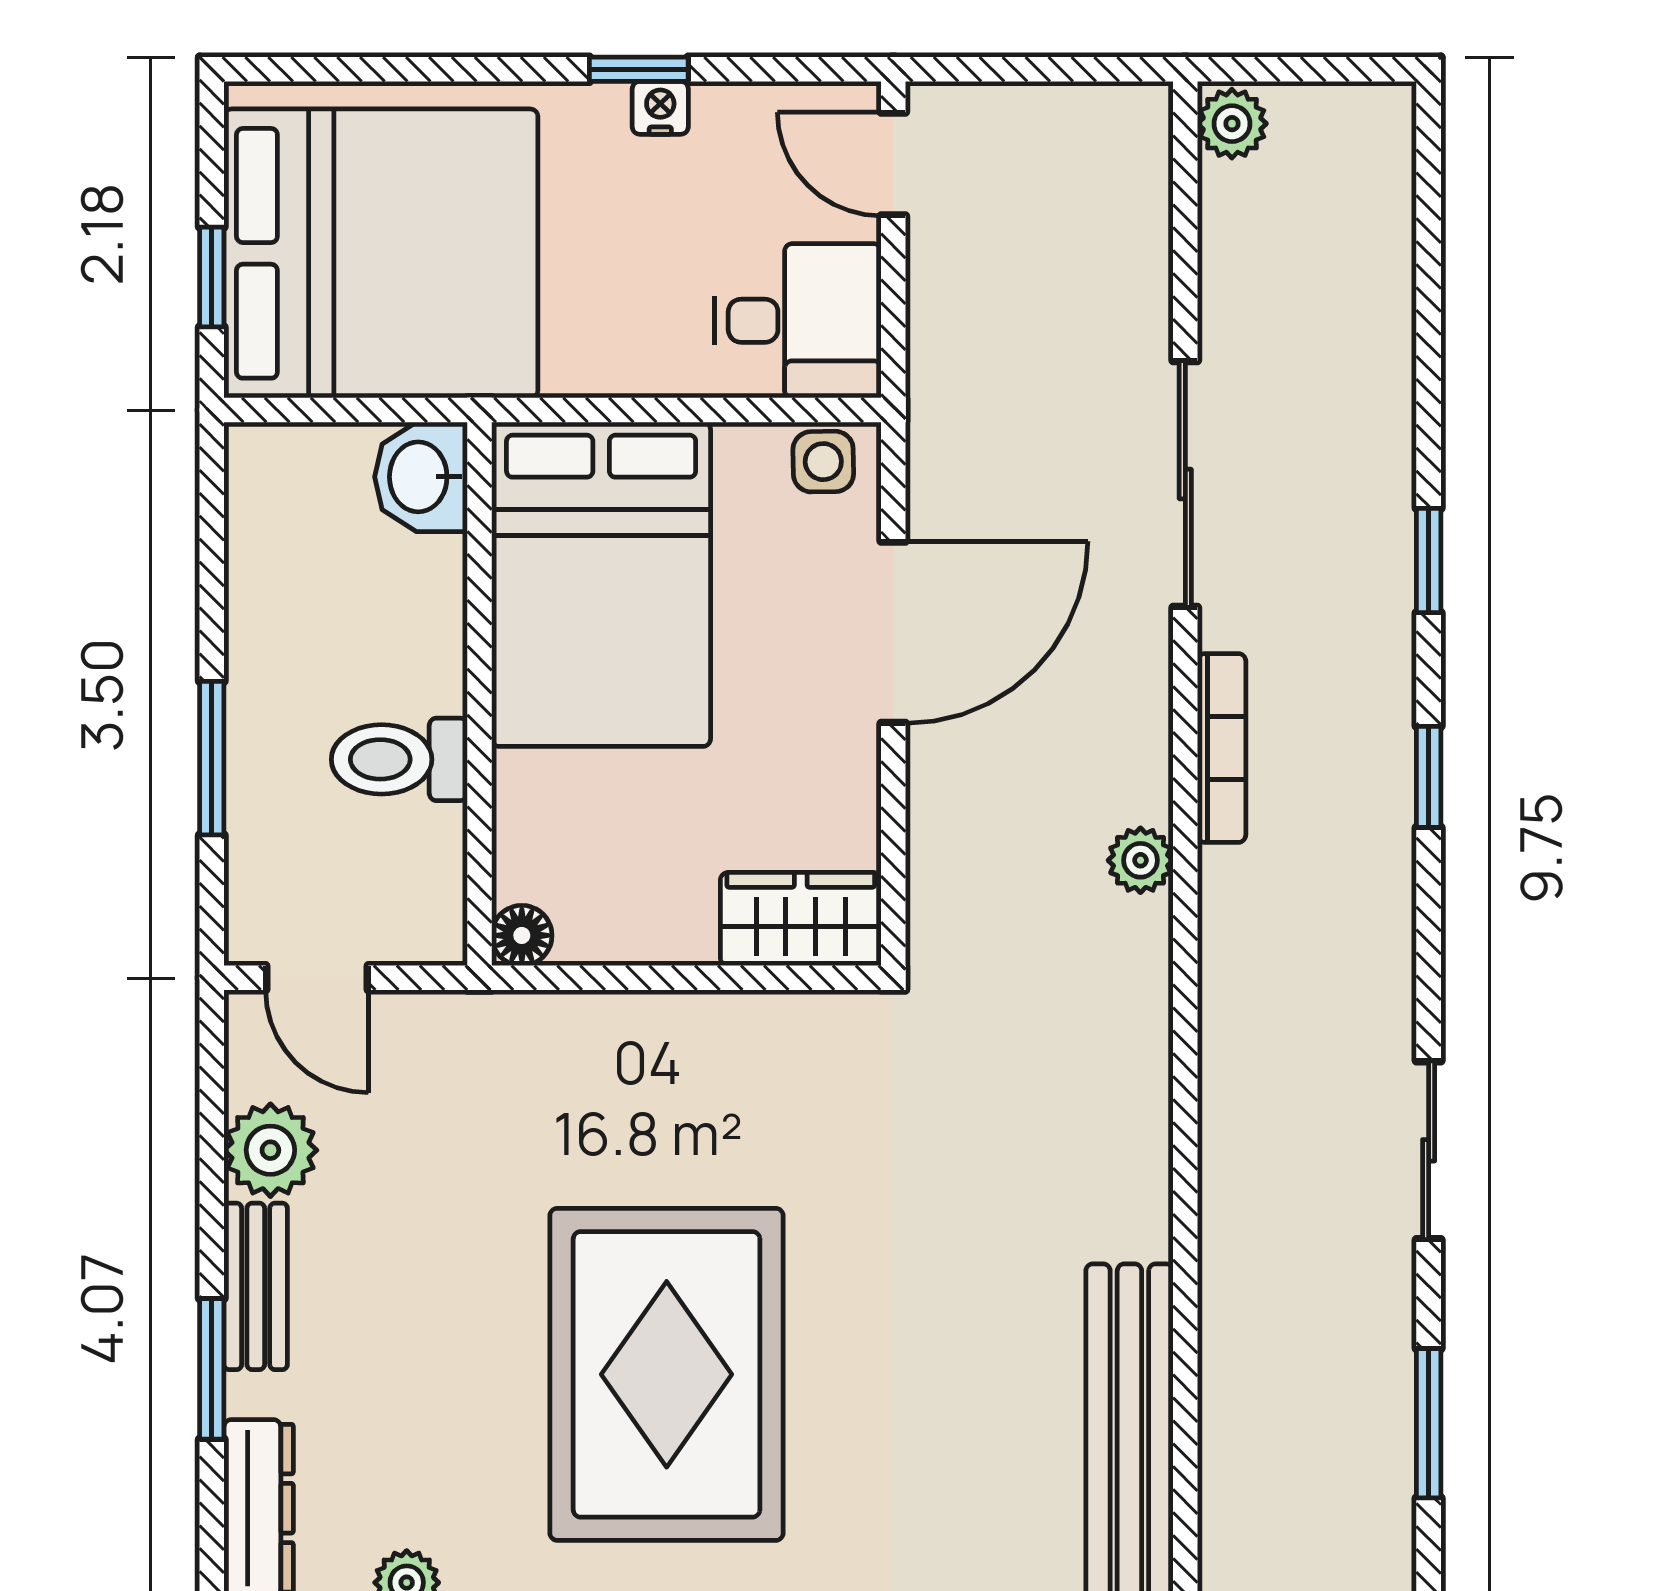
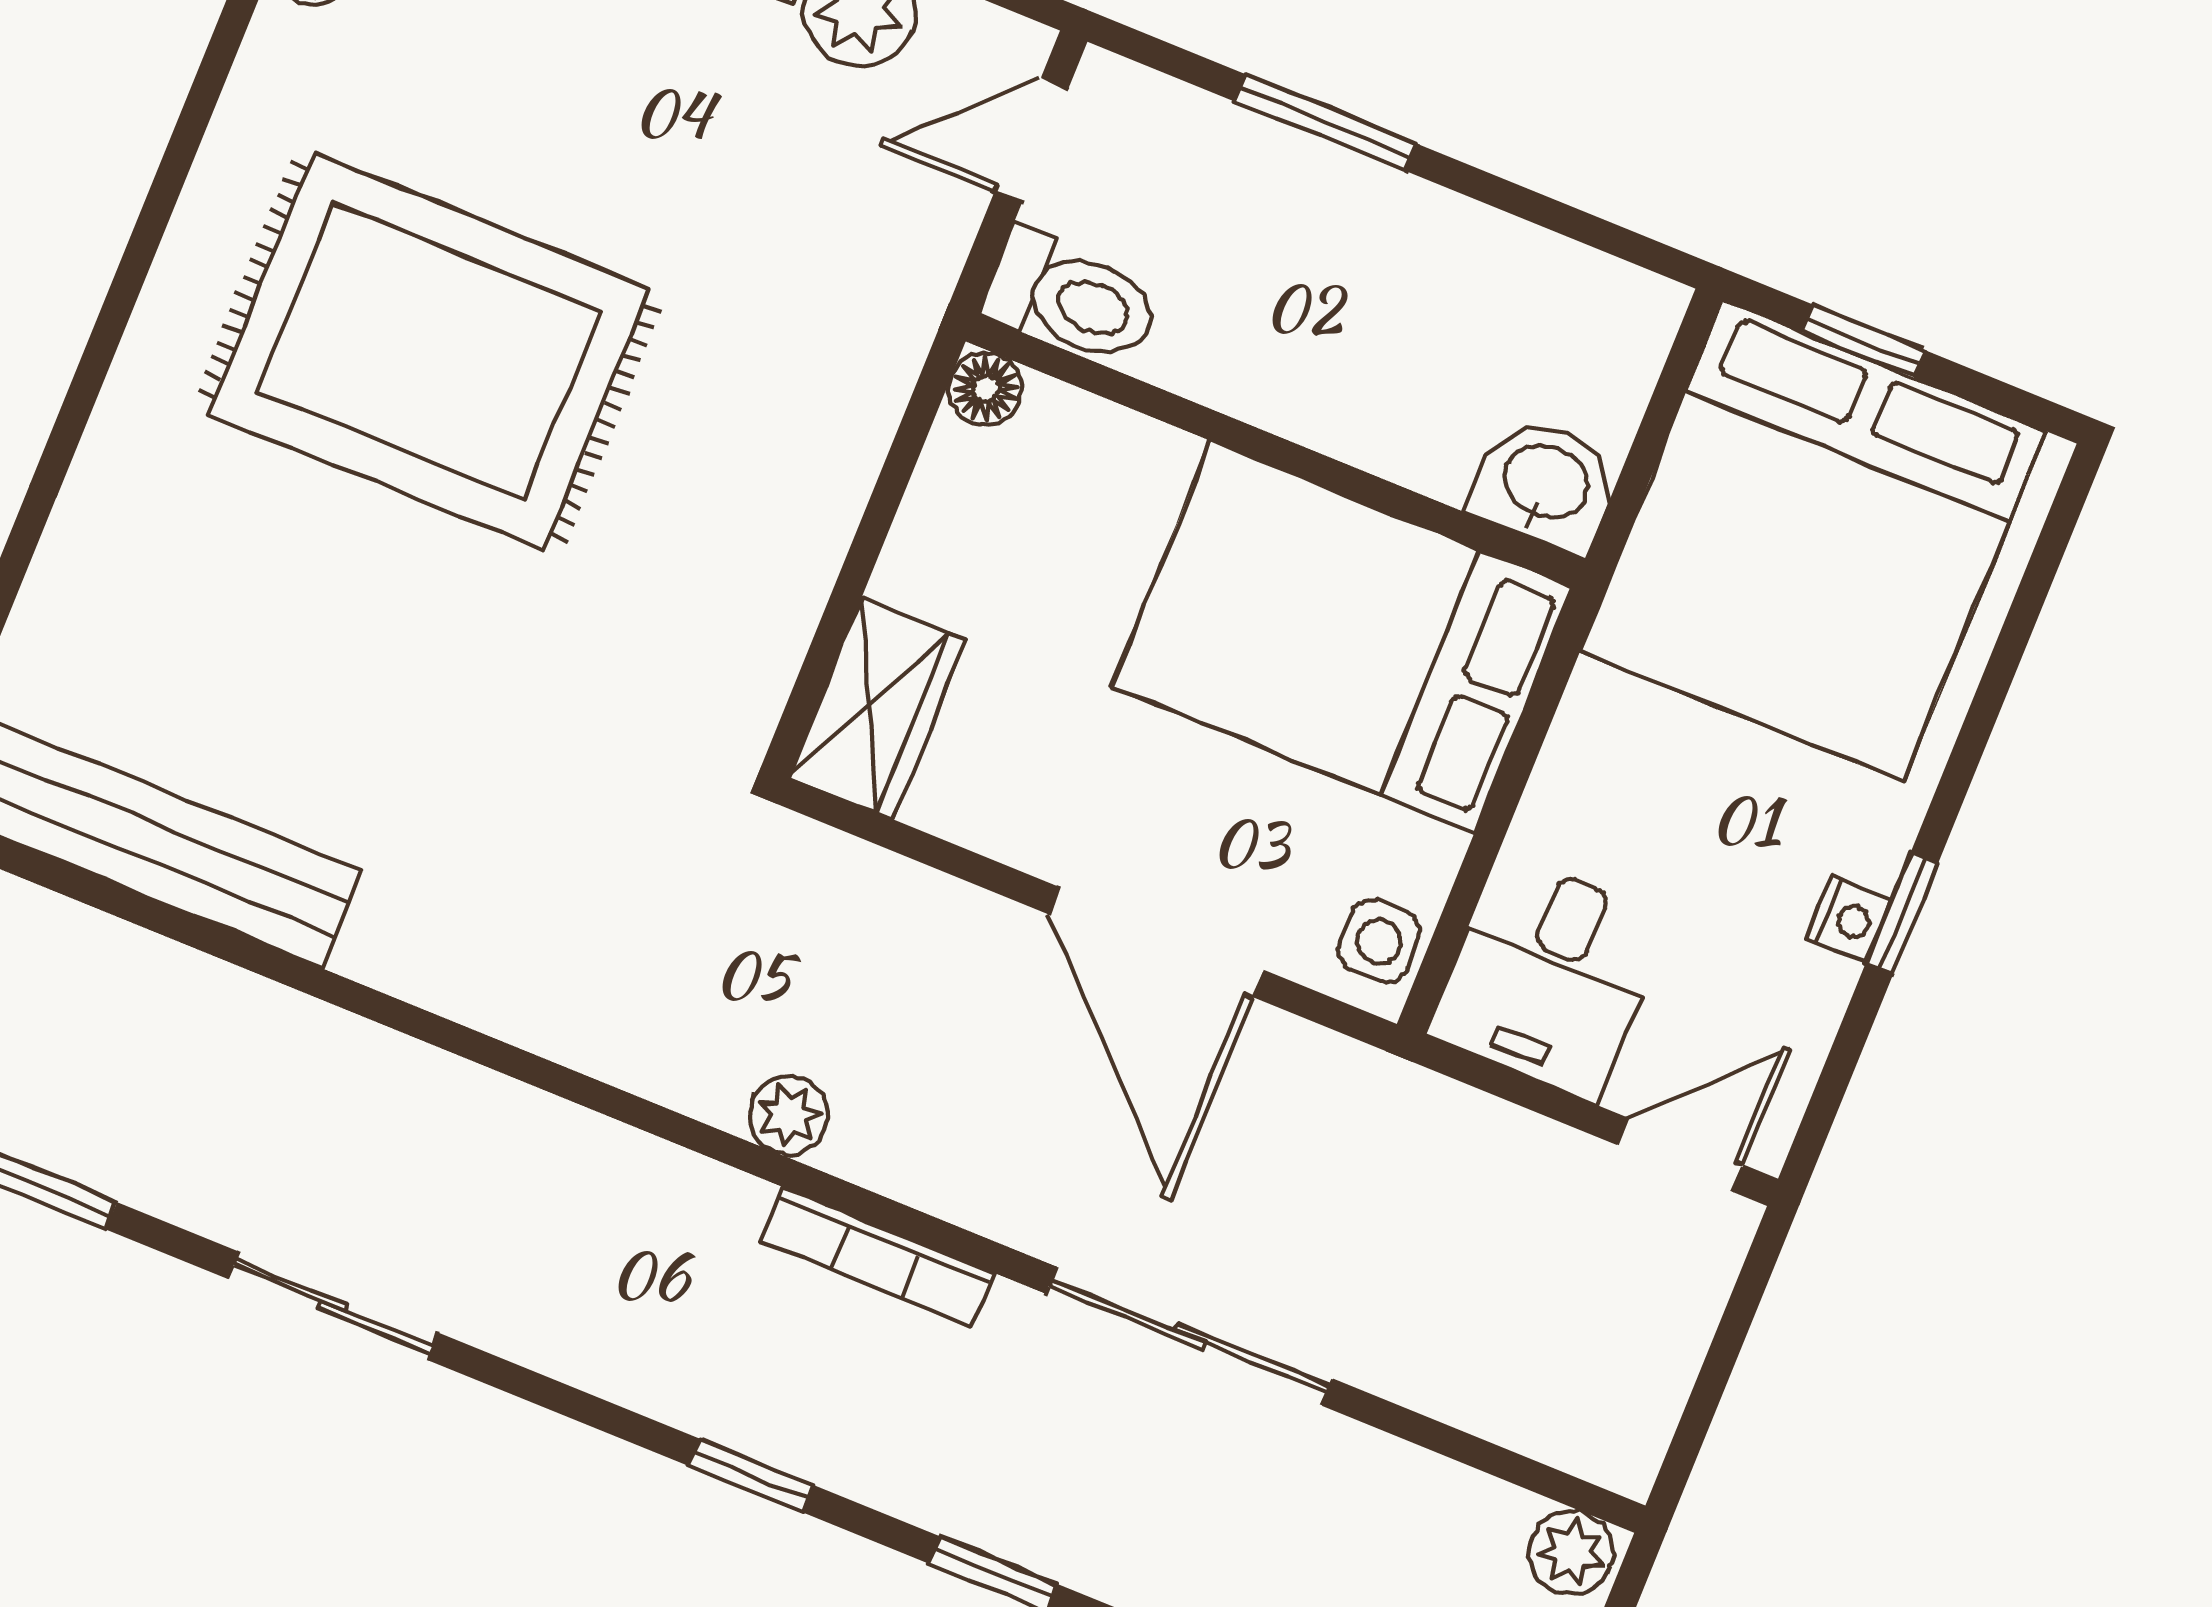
toilet: (399, 759) -> (1072, 299), moved, turned 90

